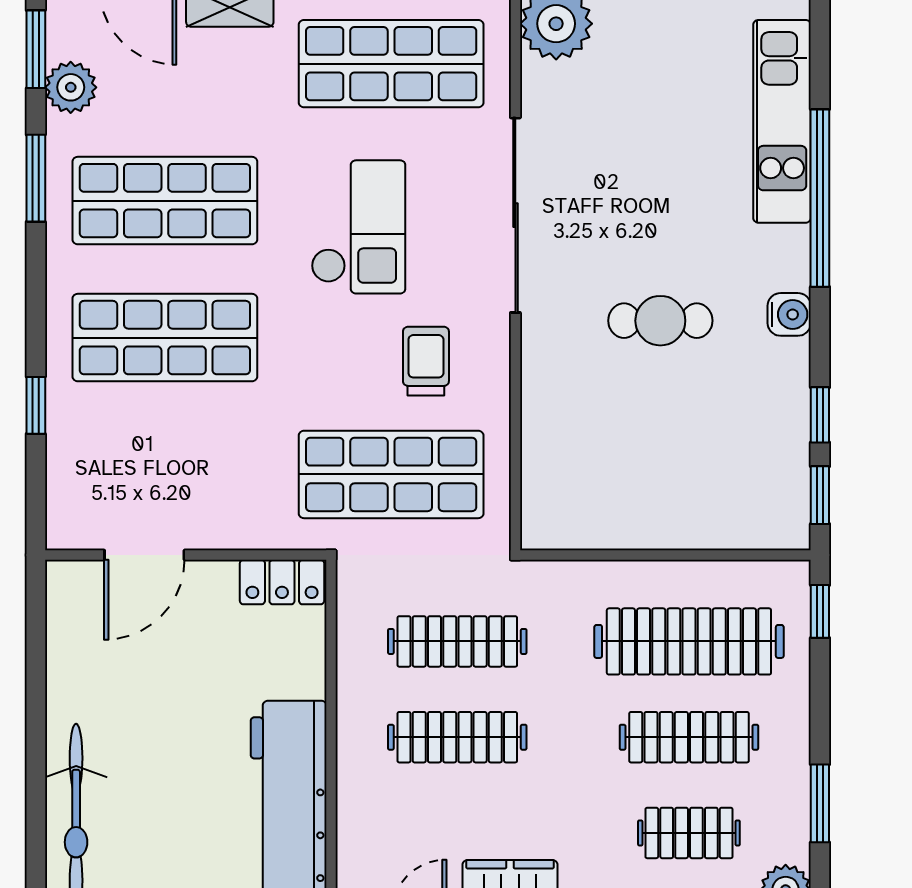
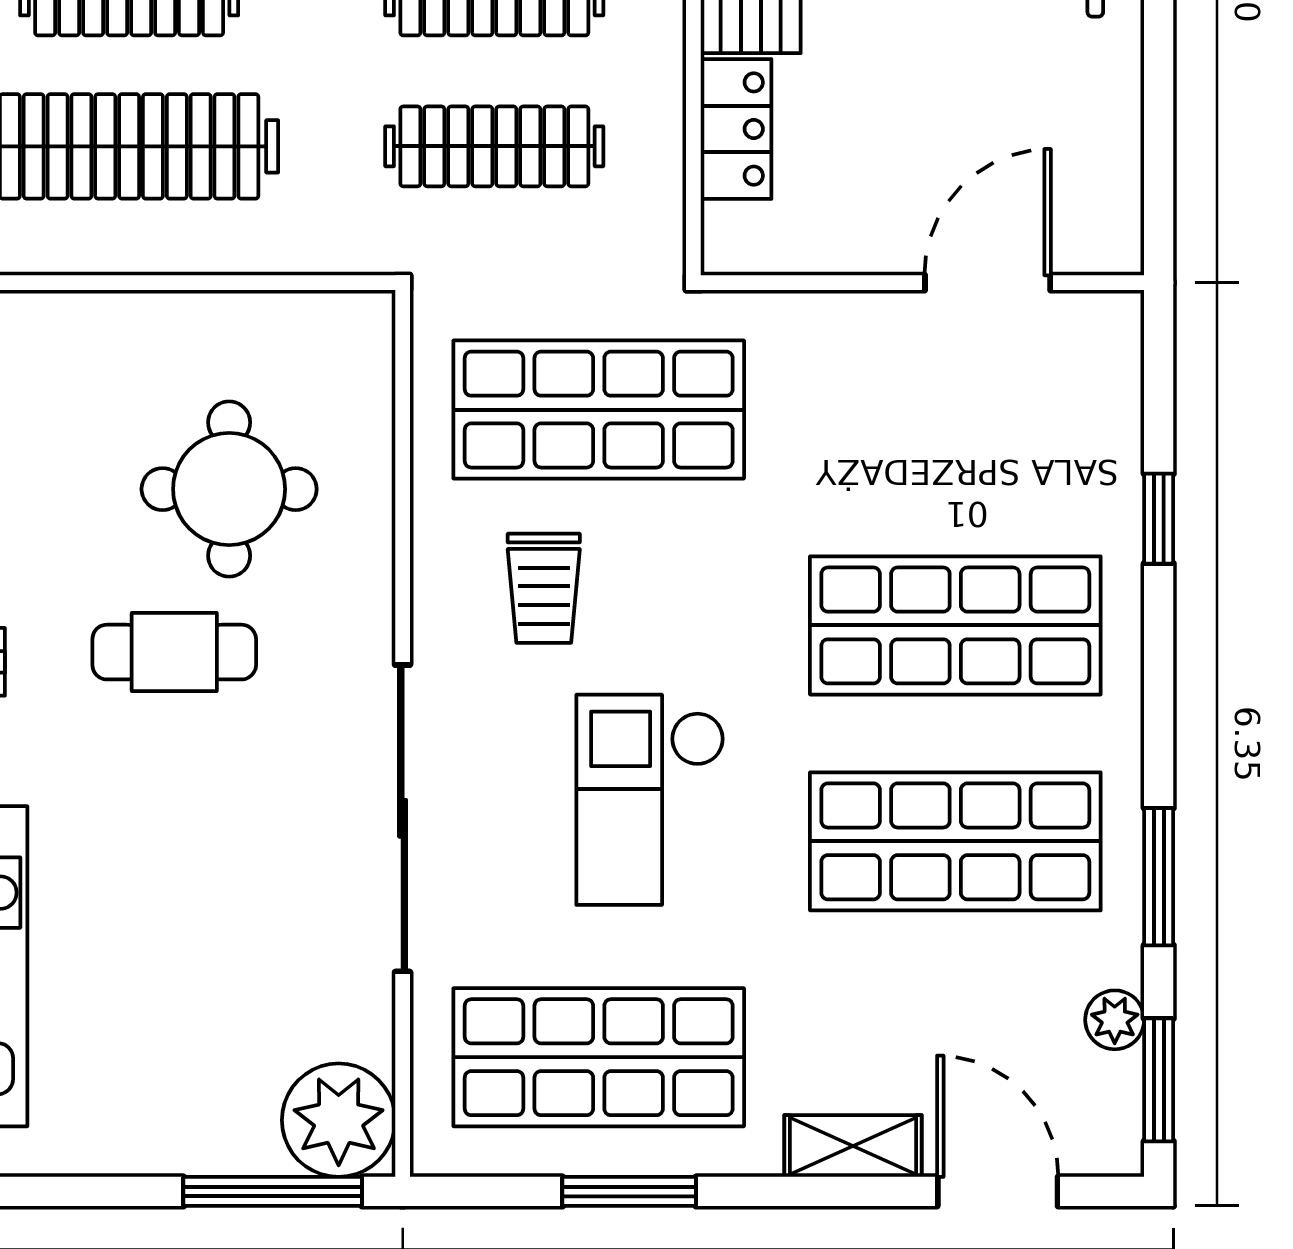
plant: (71, 87) -> (1115, 1020), width x0.73, depth x0.73
round table: (626, 424) -> (229, 489), added
locker: (282, 582) -> (736, 129), moved, turned 90

